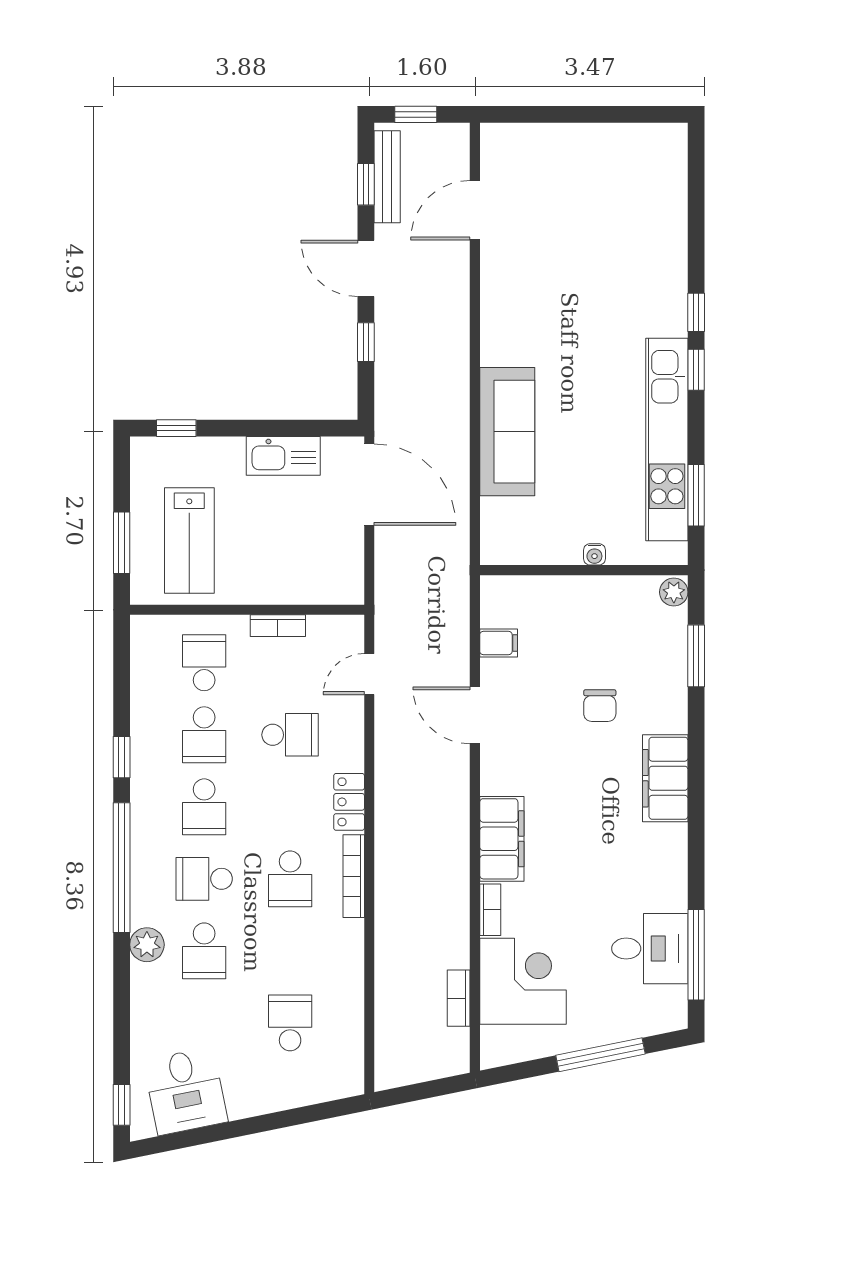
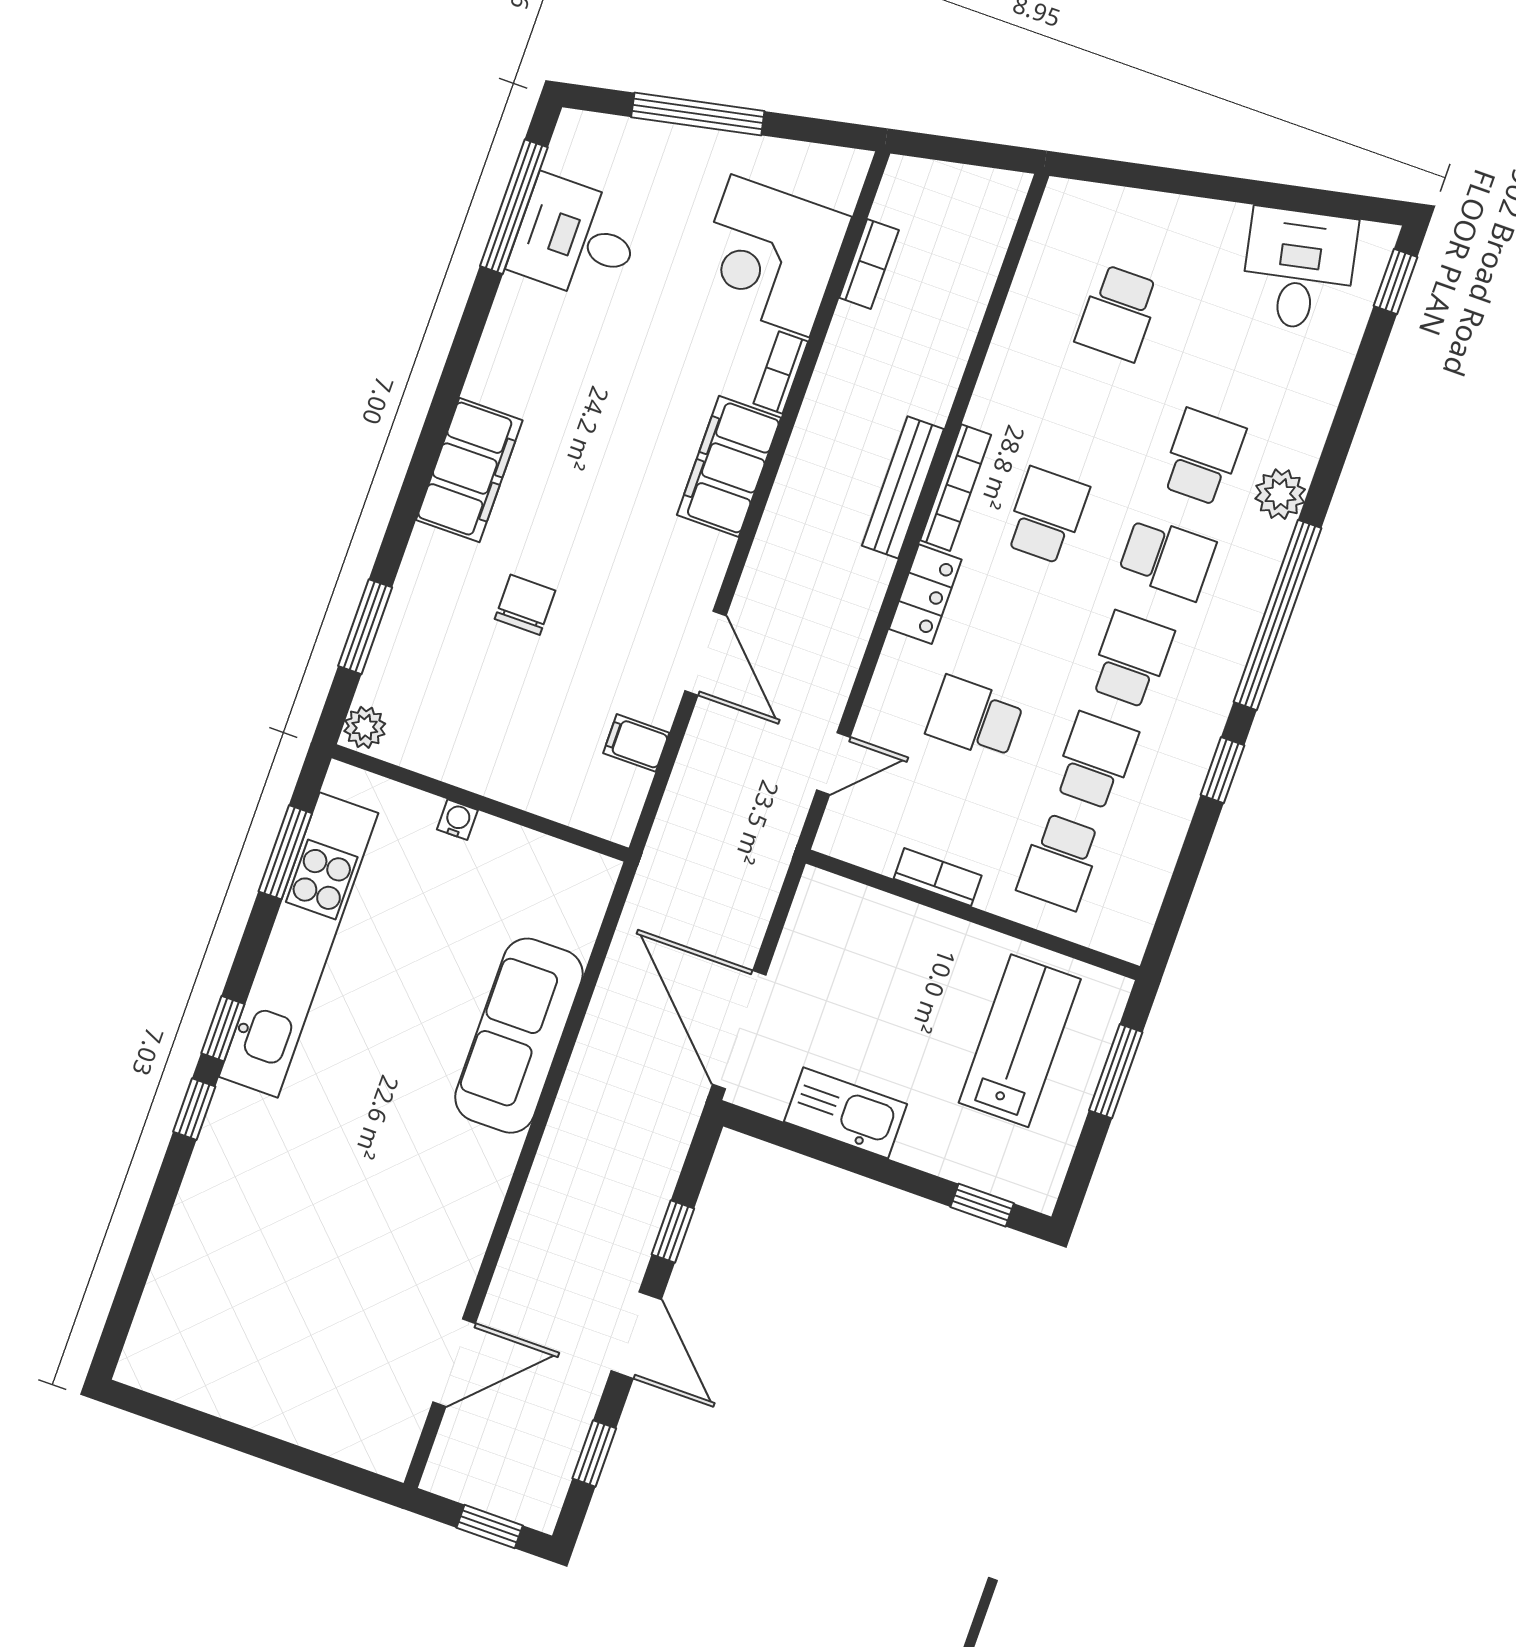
bench: (387, 177) -> (903, 487), moved

